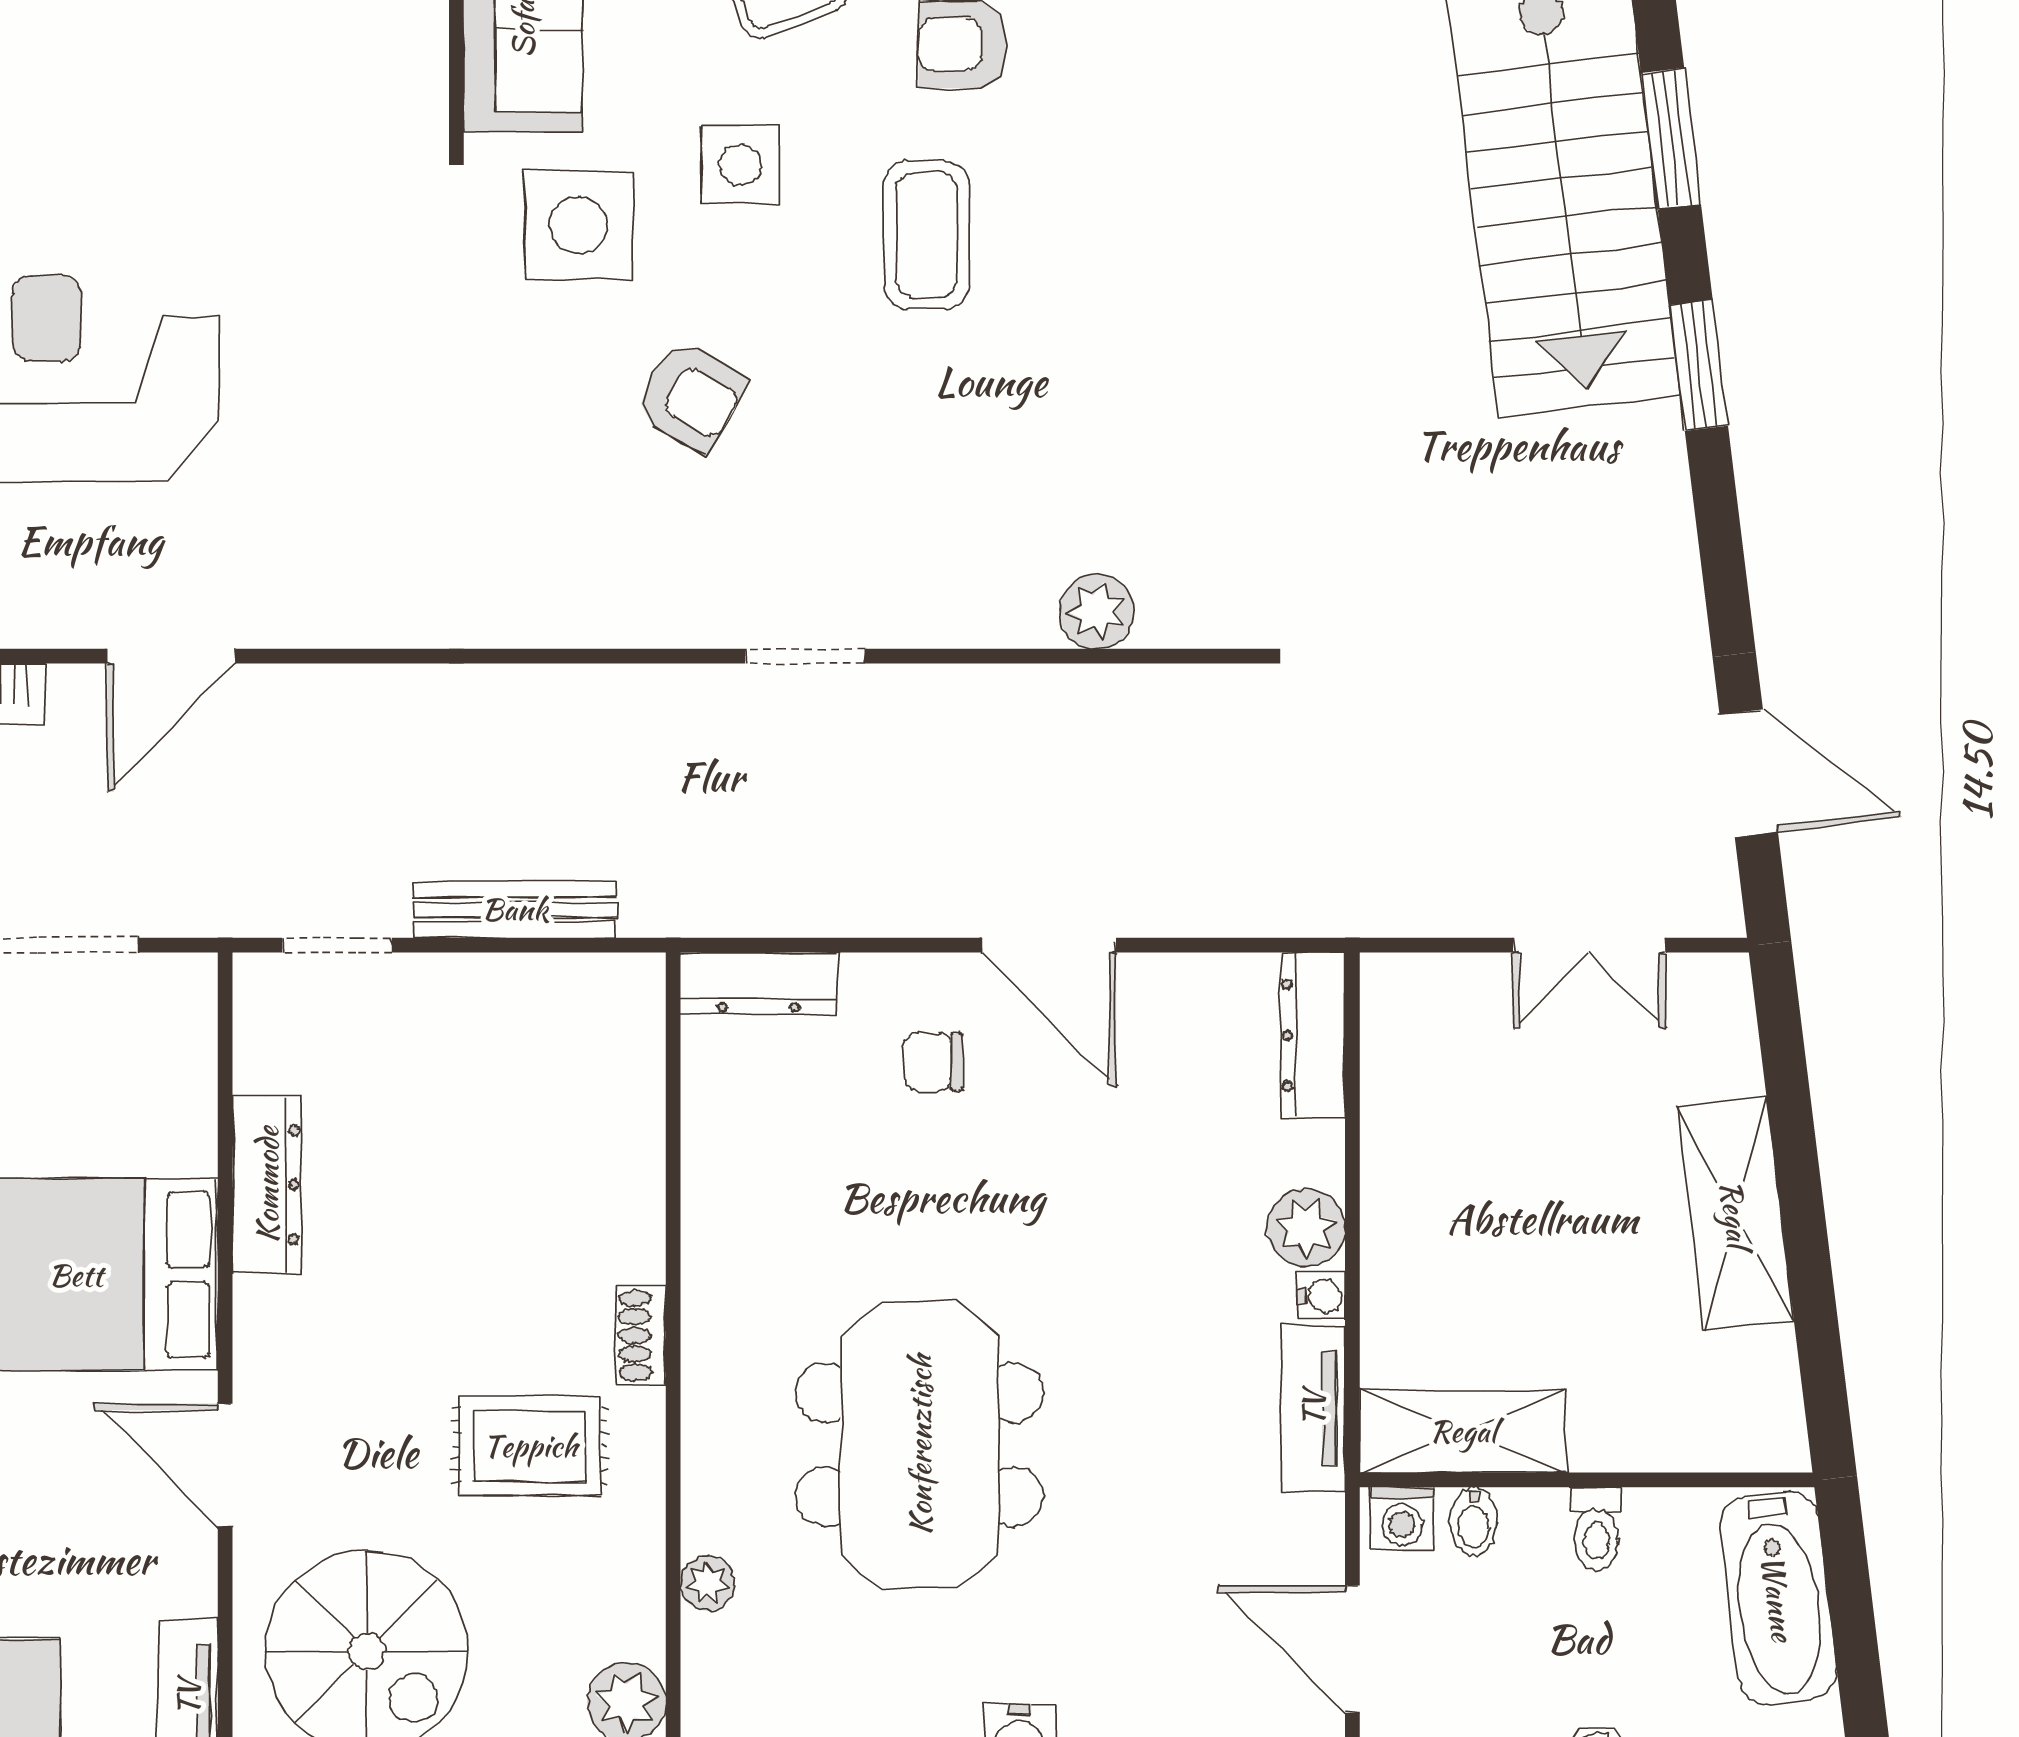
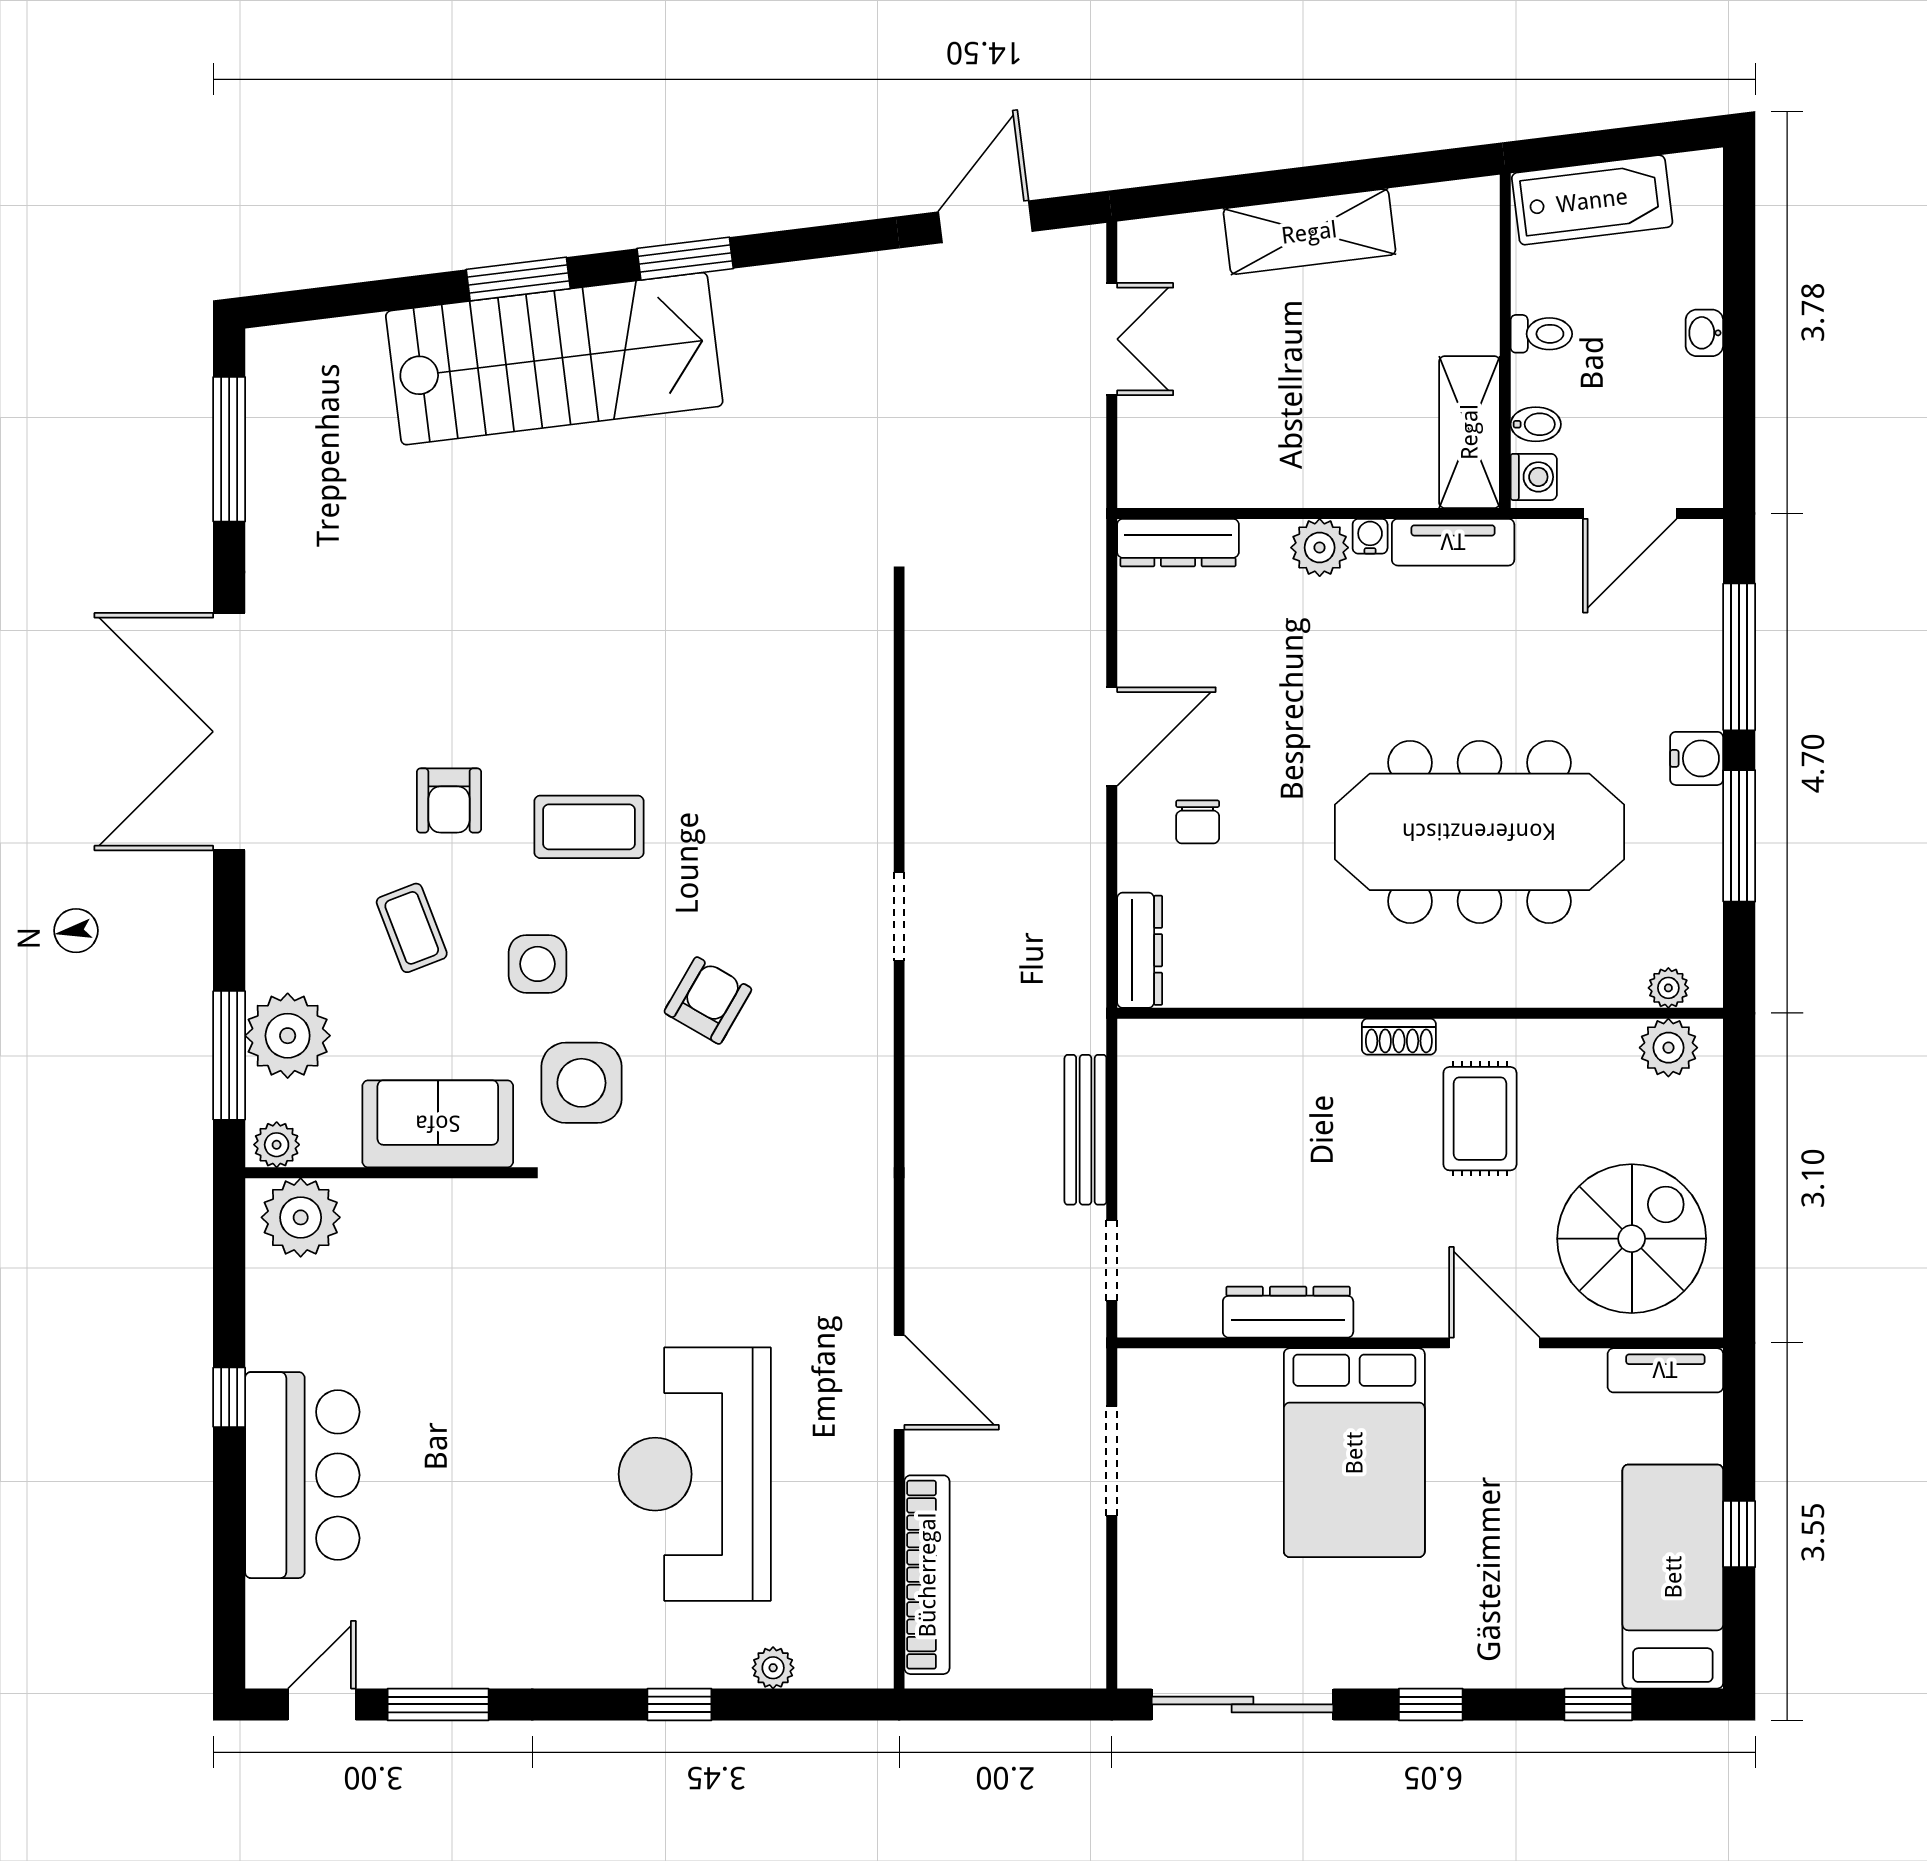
plant: (1097, 612) -> (866, 701), removed
meeting table: (920, 1445) -> (1479, 832), width x1.36
door: (225, 1465) -> (1494, 1343), swing flipped
plant: (708, 1583) -> (1668, 988), moved

